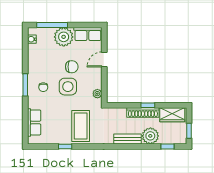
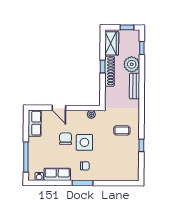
plant: (64, 37) -> (37, 146), removed
row of seats: (34, 122) -> (57, 174), moved
coffee table: (81, 126) -> (122, 130), width x0.54, depth x0.58

